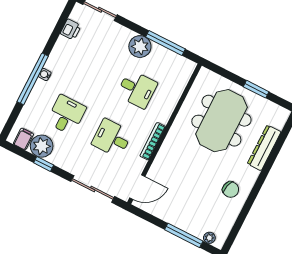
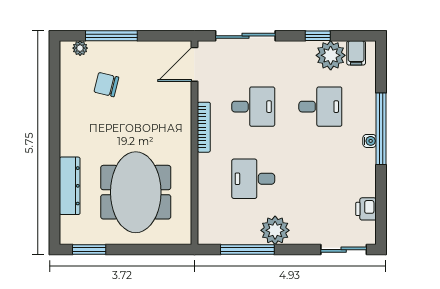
window: (256, 89) -> (89, 250), moved
desk: (66, 115) -> (320, 107), turned -90
chair: (231, 190) -> (106, 85), moved

